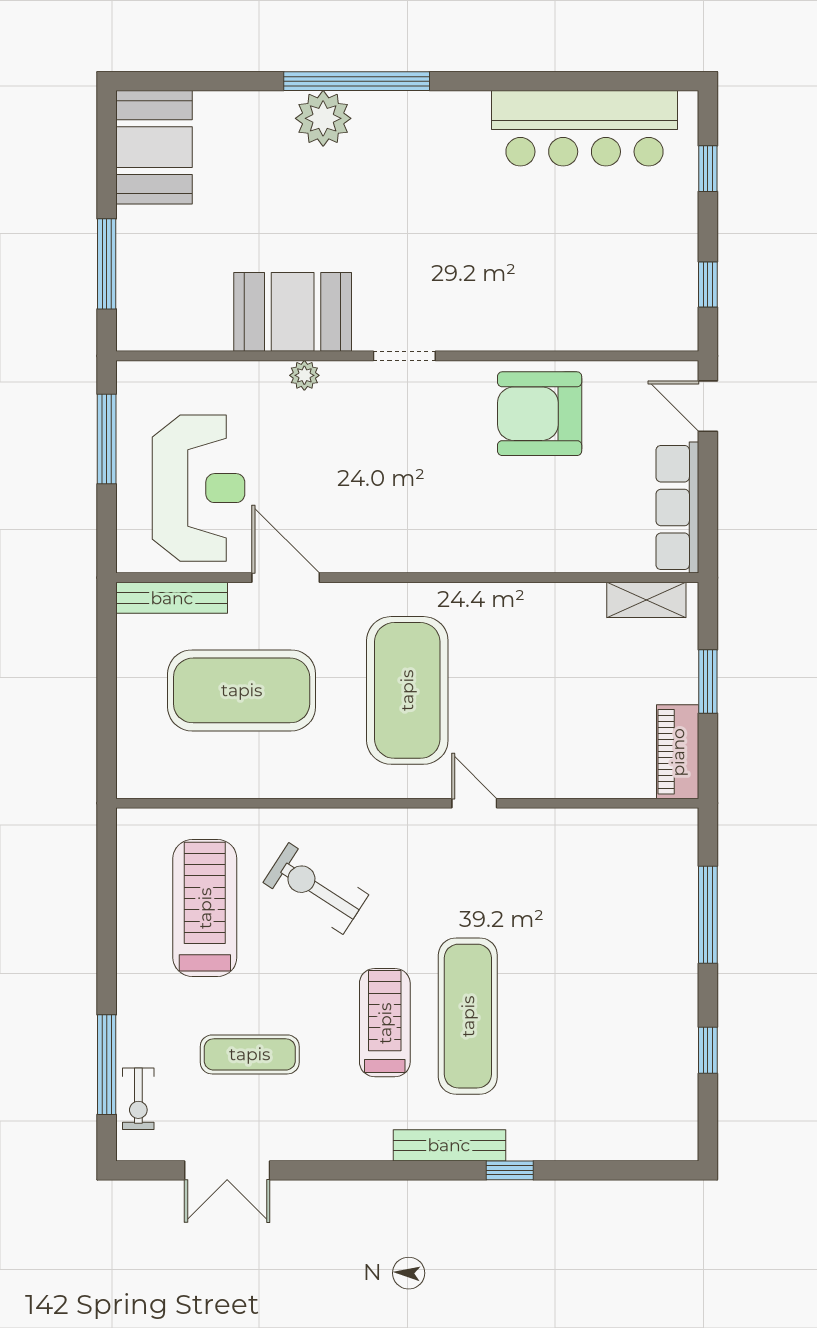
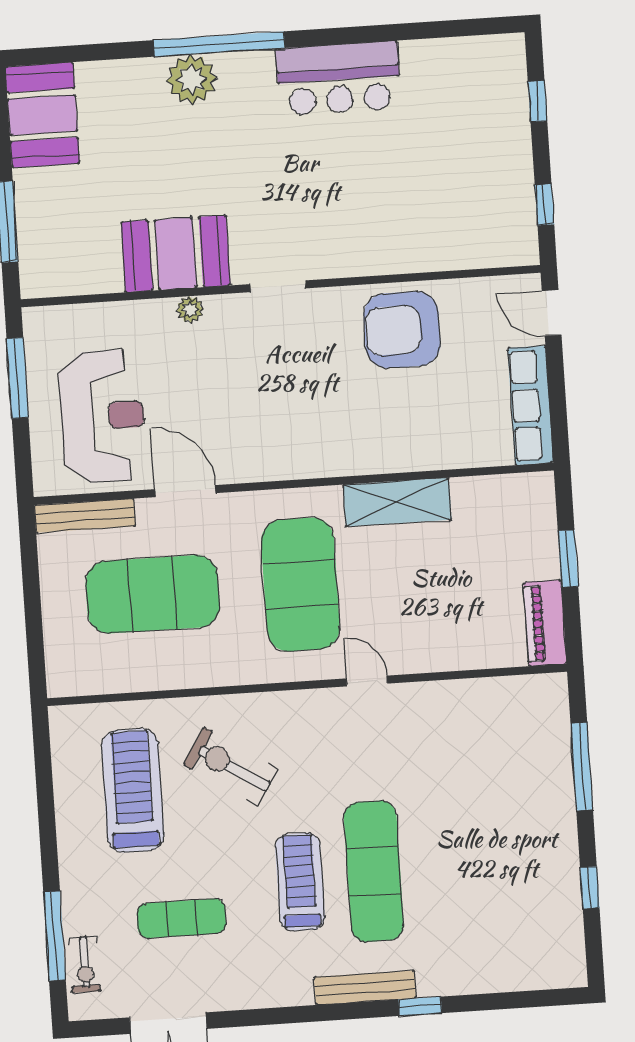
bar counter: (585, 128) -> (338, 78), moved, width x0.73
shelving: (646, 600) -> (397, 502), moved, width x1.50, depth x1.33

